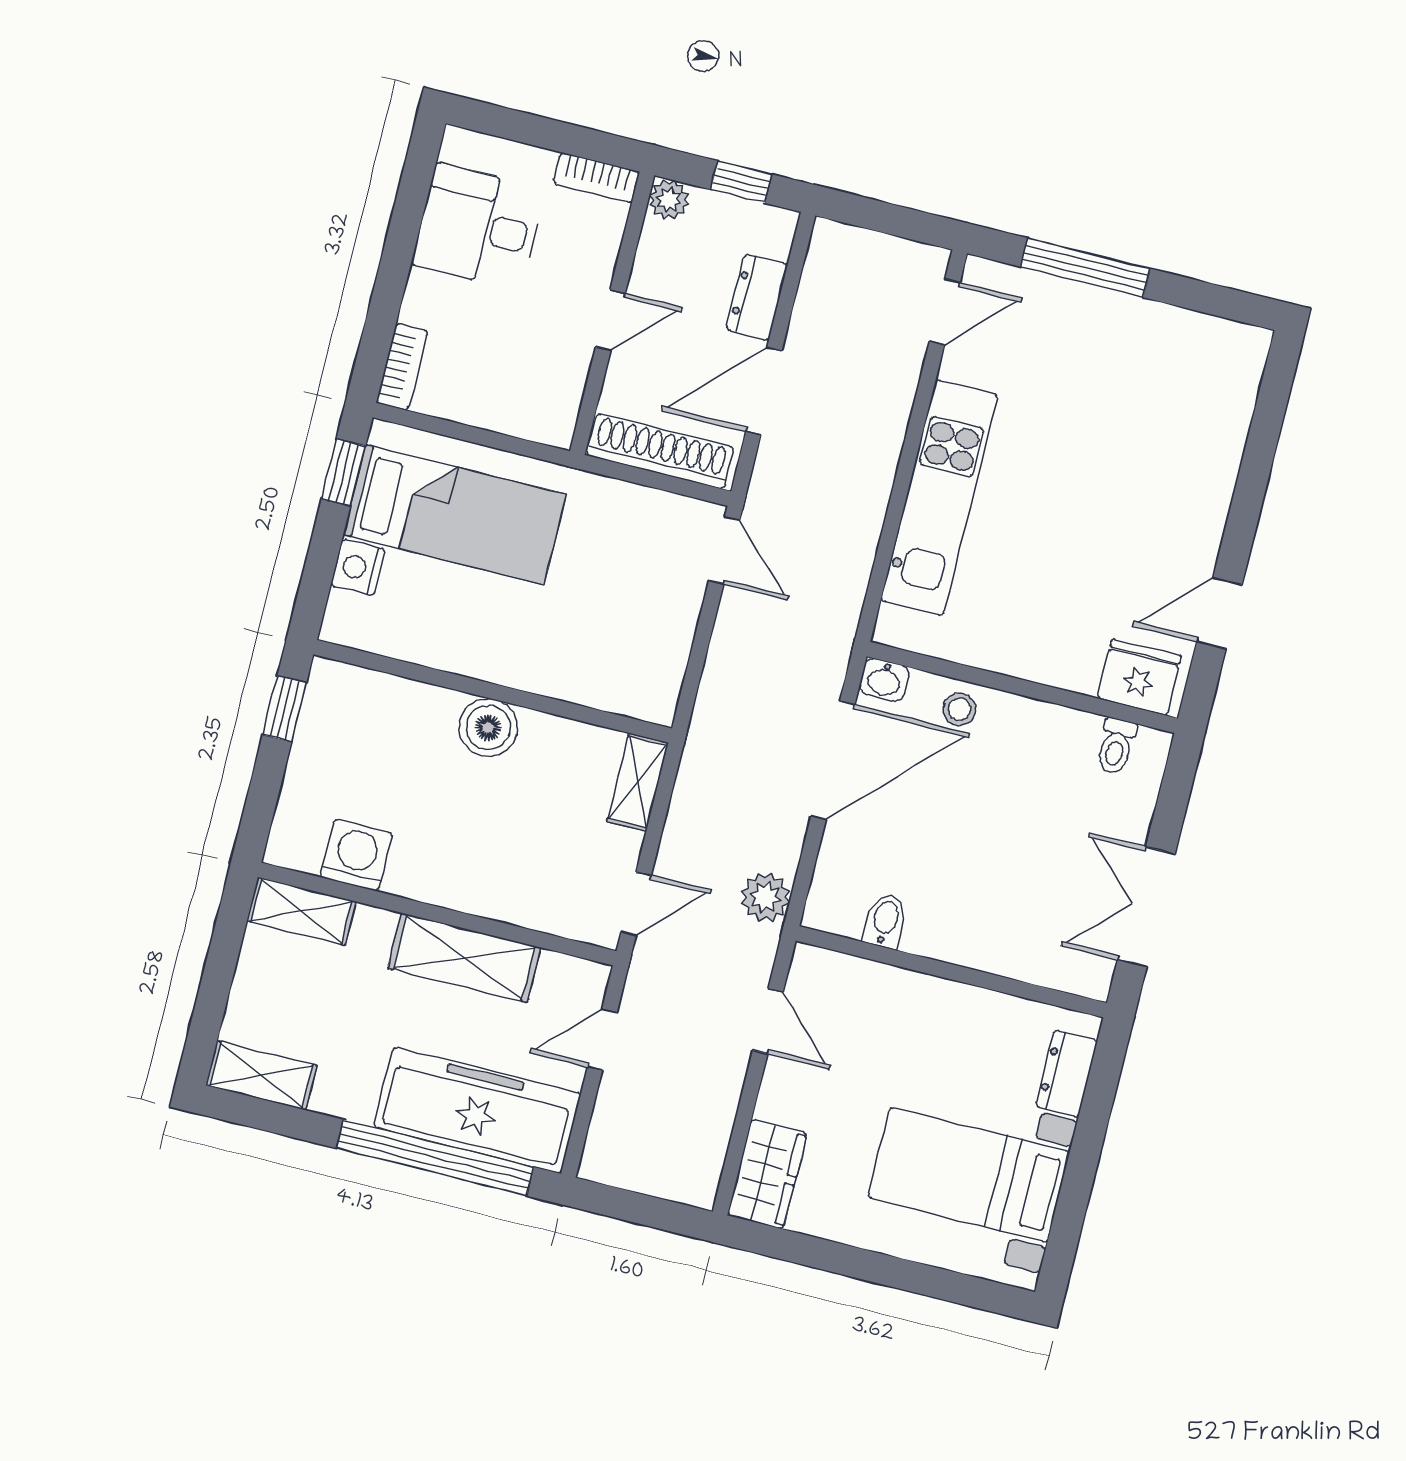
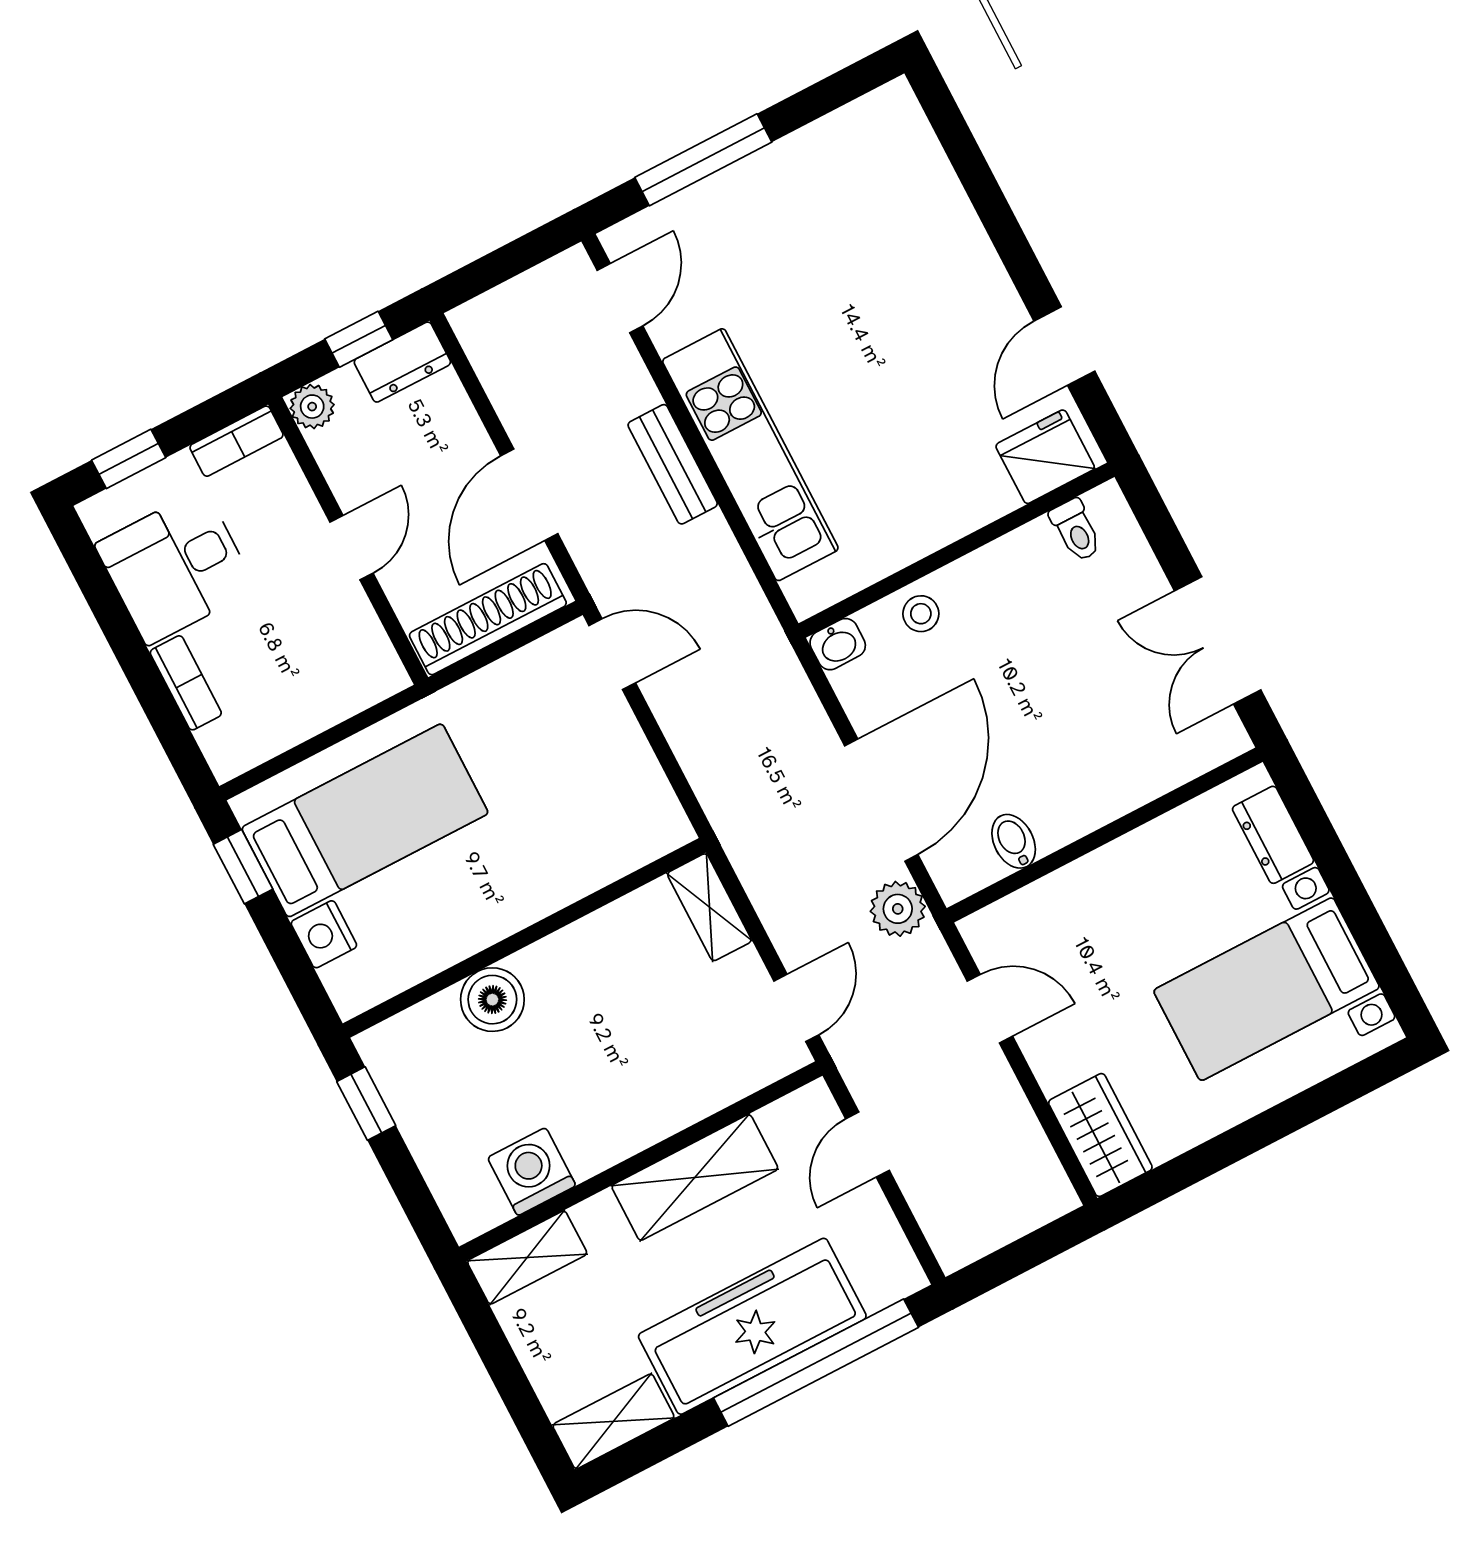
window: (512, 125) -> (129, 459), added
dresser: (757, 297) -> (402, 362), moved, turned -90
bookcase: (402, 367) -> (186, 683), moved
bench: (880, 457) -> (673, 464), added
boiler: (488, 728) -> (492, 1000), moved
door: (833, 760) -> (881, 800), moved
freezer: (477, 1110) -> (752, 1326), moved

